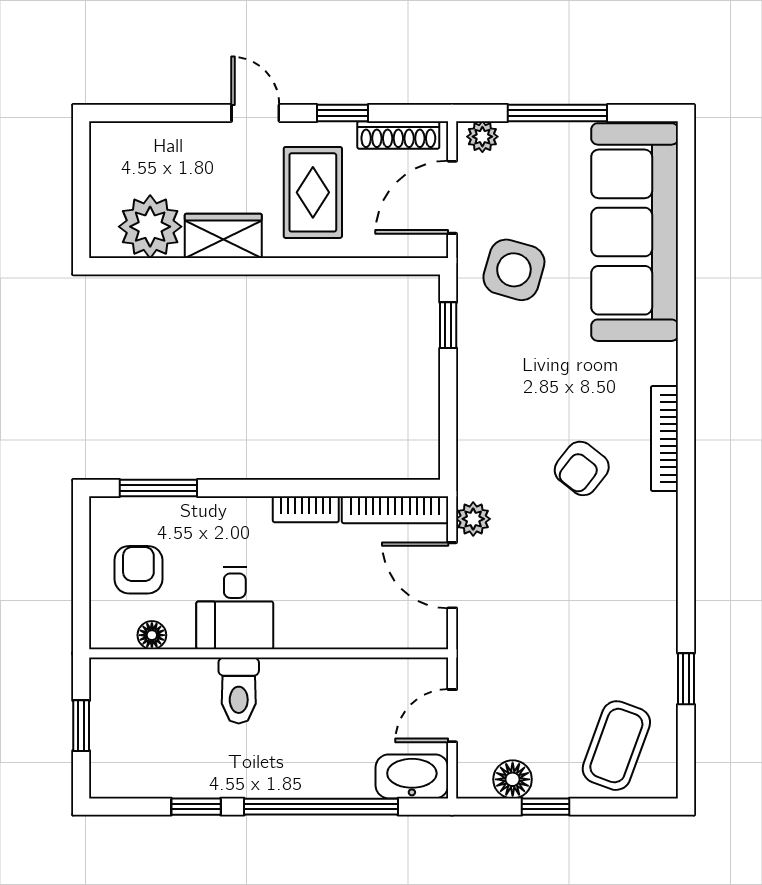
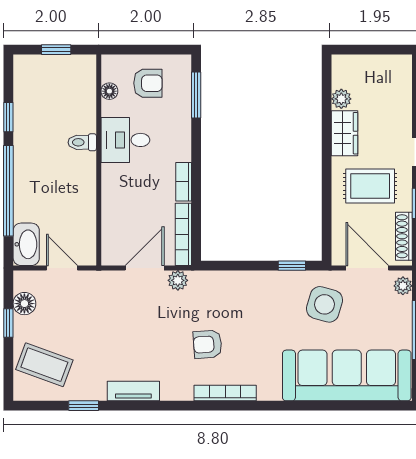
plant: (150, 227) -> (341, 99), width x0.53, depth x0.53
armchair: (582, 468) -> (208, 344), turned -42
tv unit: (661, 594) -> (133, 391), added
toilet: (239, 691) -> (82, 142), width x0.73, depth x0.72

